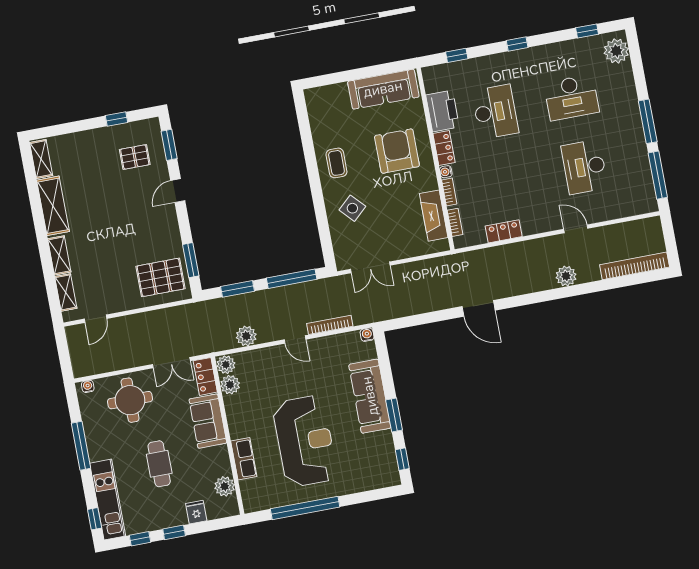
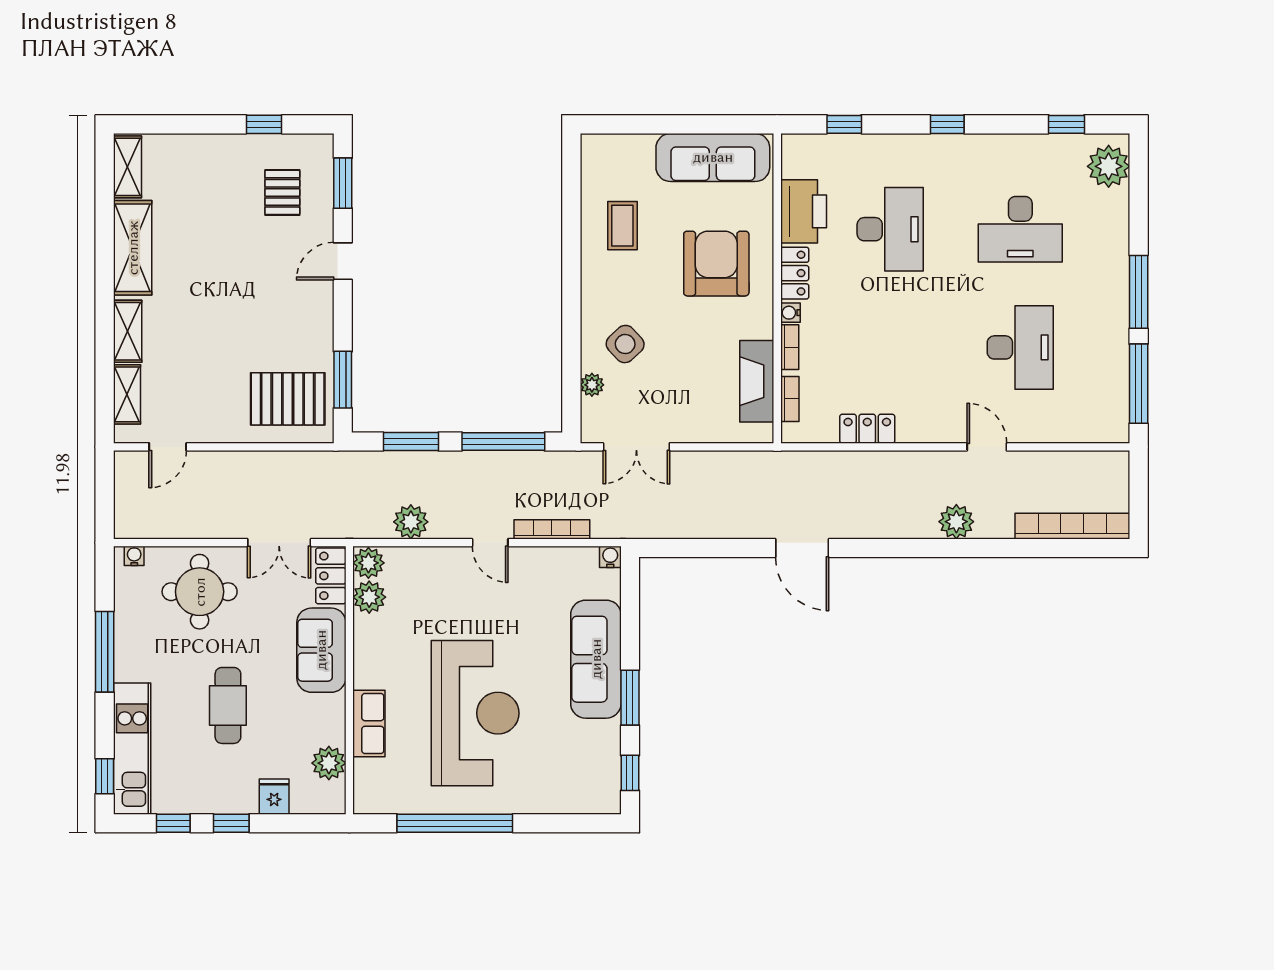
pallet: (135, 157) -> (282, 192), turned 90
coffee table: (336, 163) -> (622, 226), moved
desk: (584, 167) -> (1020, 347), turned 180
plant: (337, 236) -> (592, 385), added

